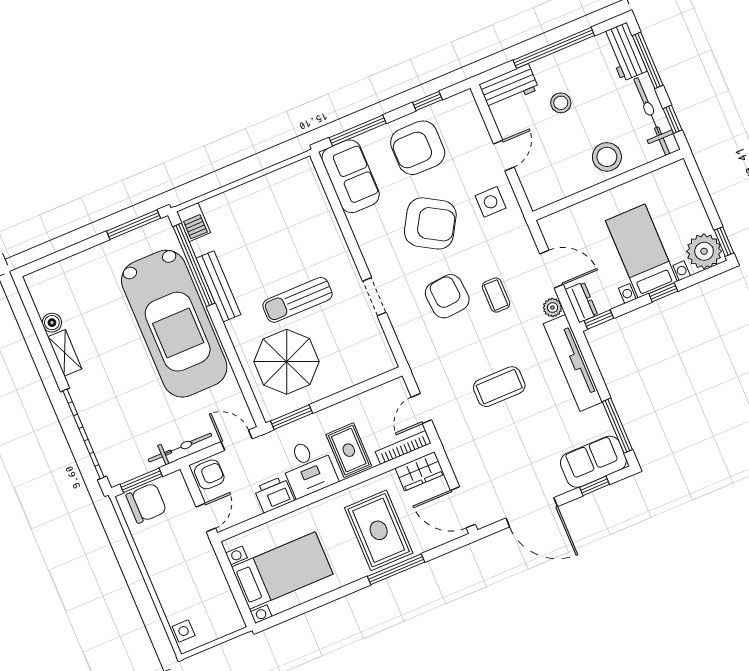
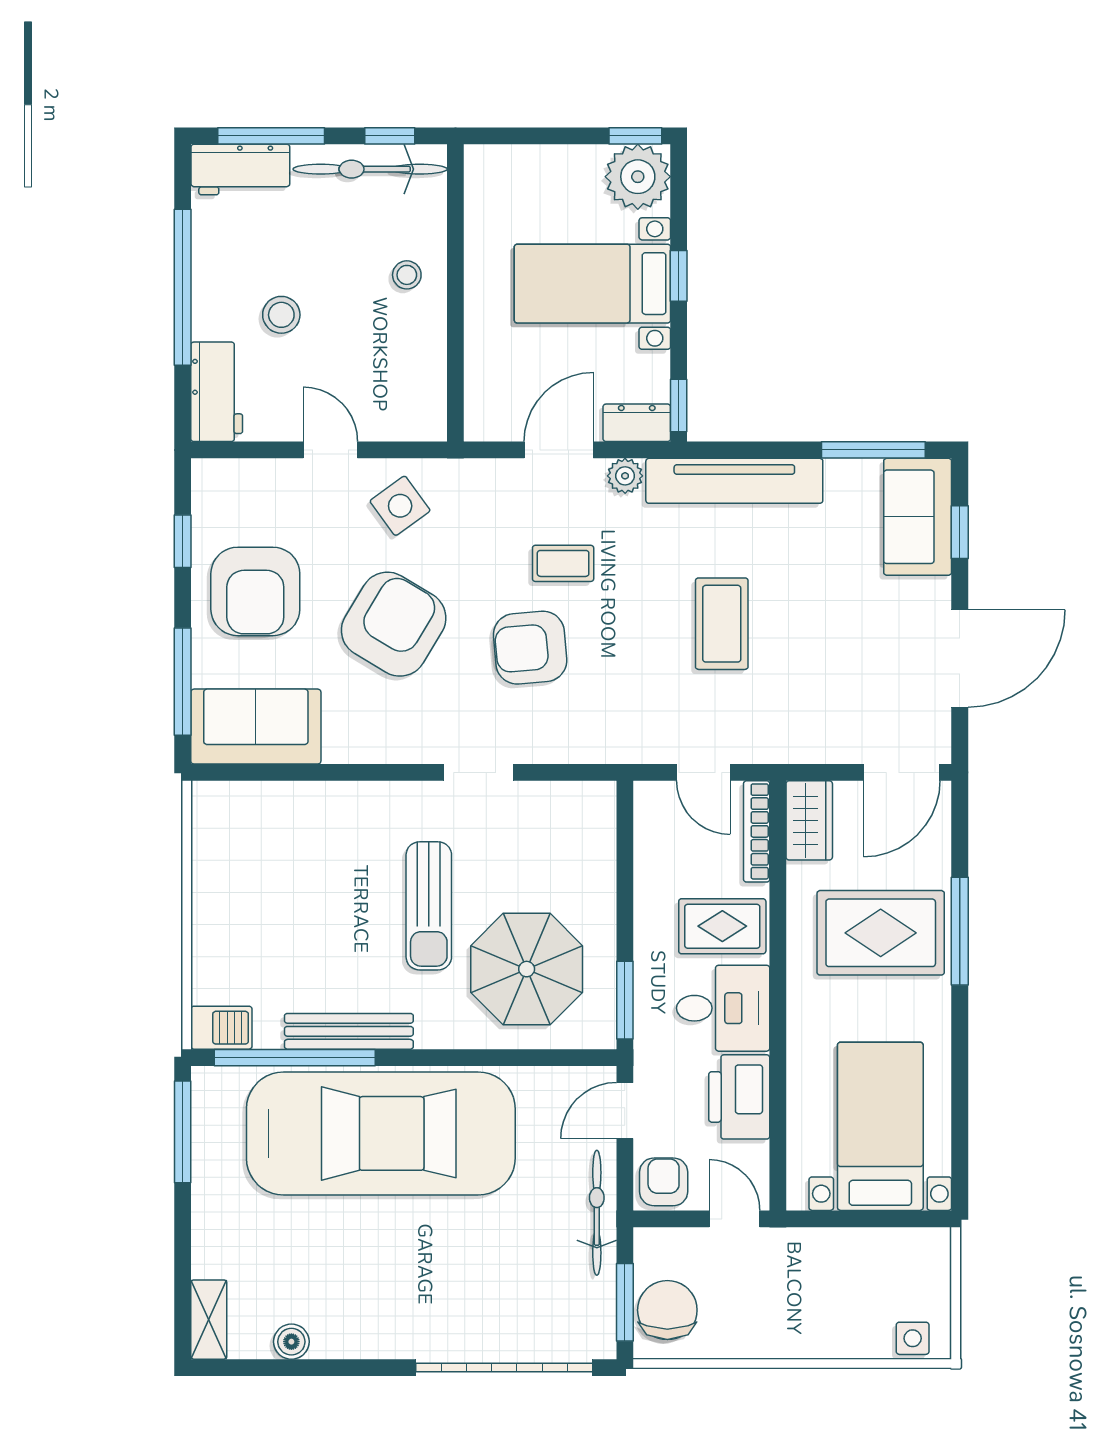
stool: (607, 157) -> (407, 275), width x0.53, depth x0.53
side table: (491, 202) -> (400, 506), turned -36
shelving: (65, 353) -> (209, 1320), moved, turned 90
printer: (274, 494) -> (739, 1097), width x1.37, depth x1.19

